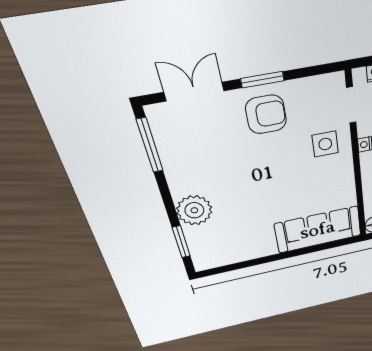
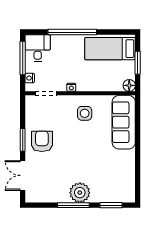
side table: (325, 144) -> (85, 113), moved
window: (150, 145) -> (73, 205), moved
plant: (194, 210) -> (80, 193), moved

